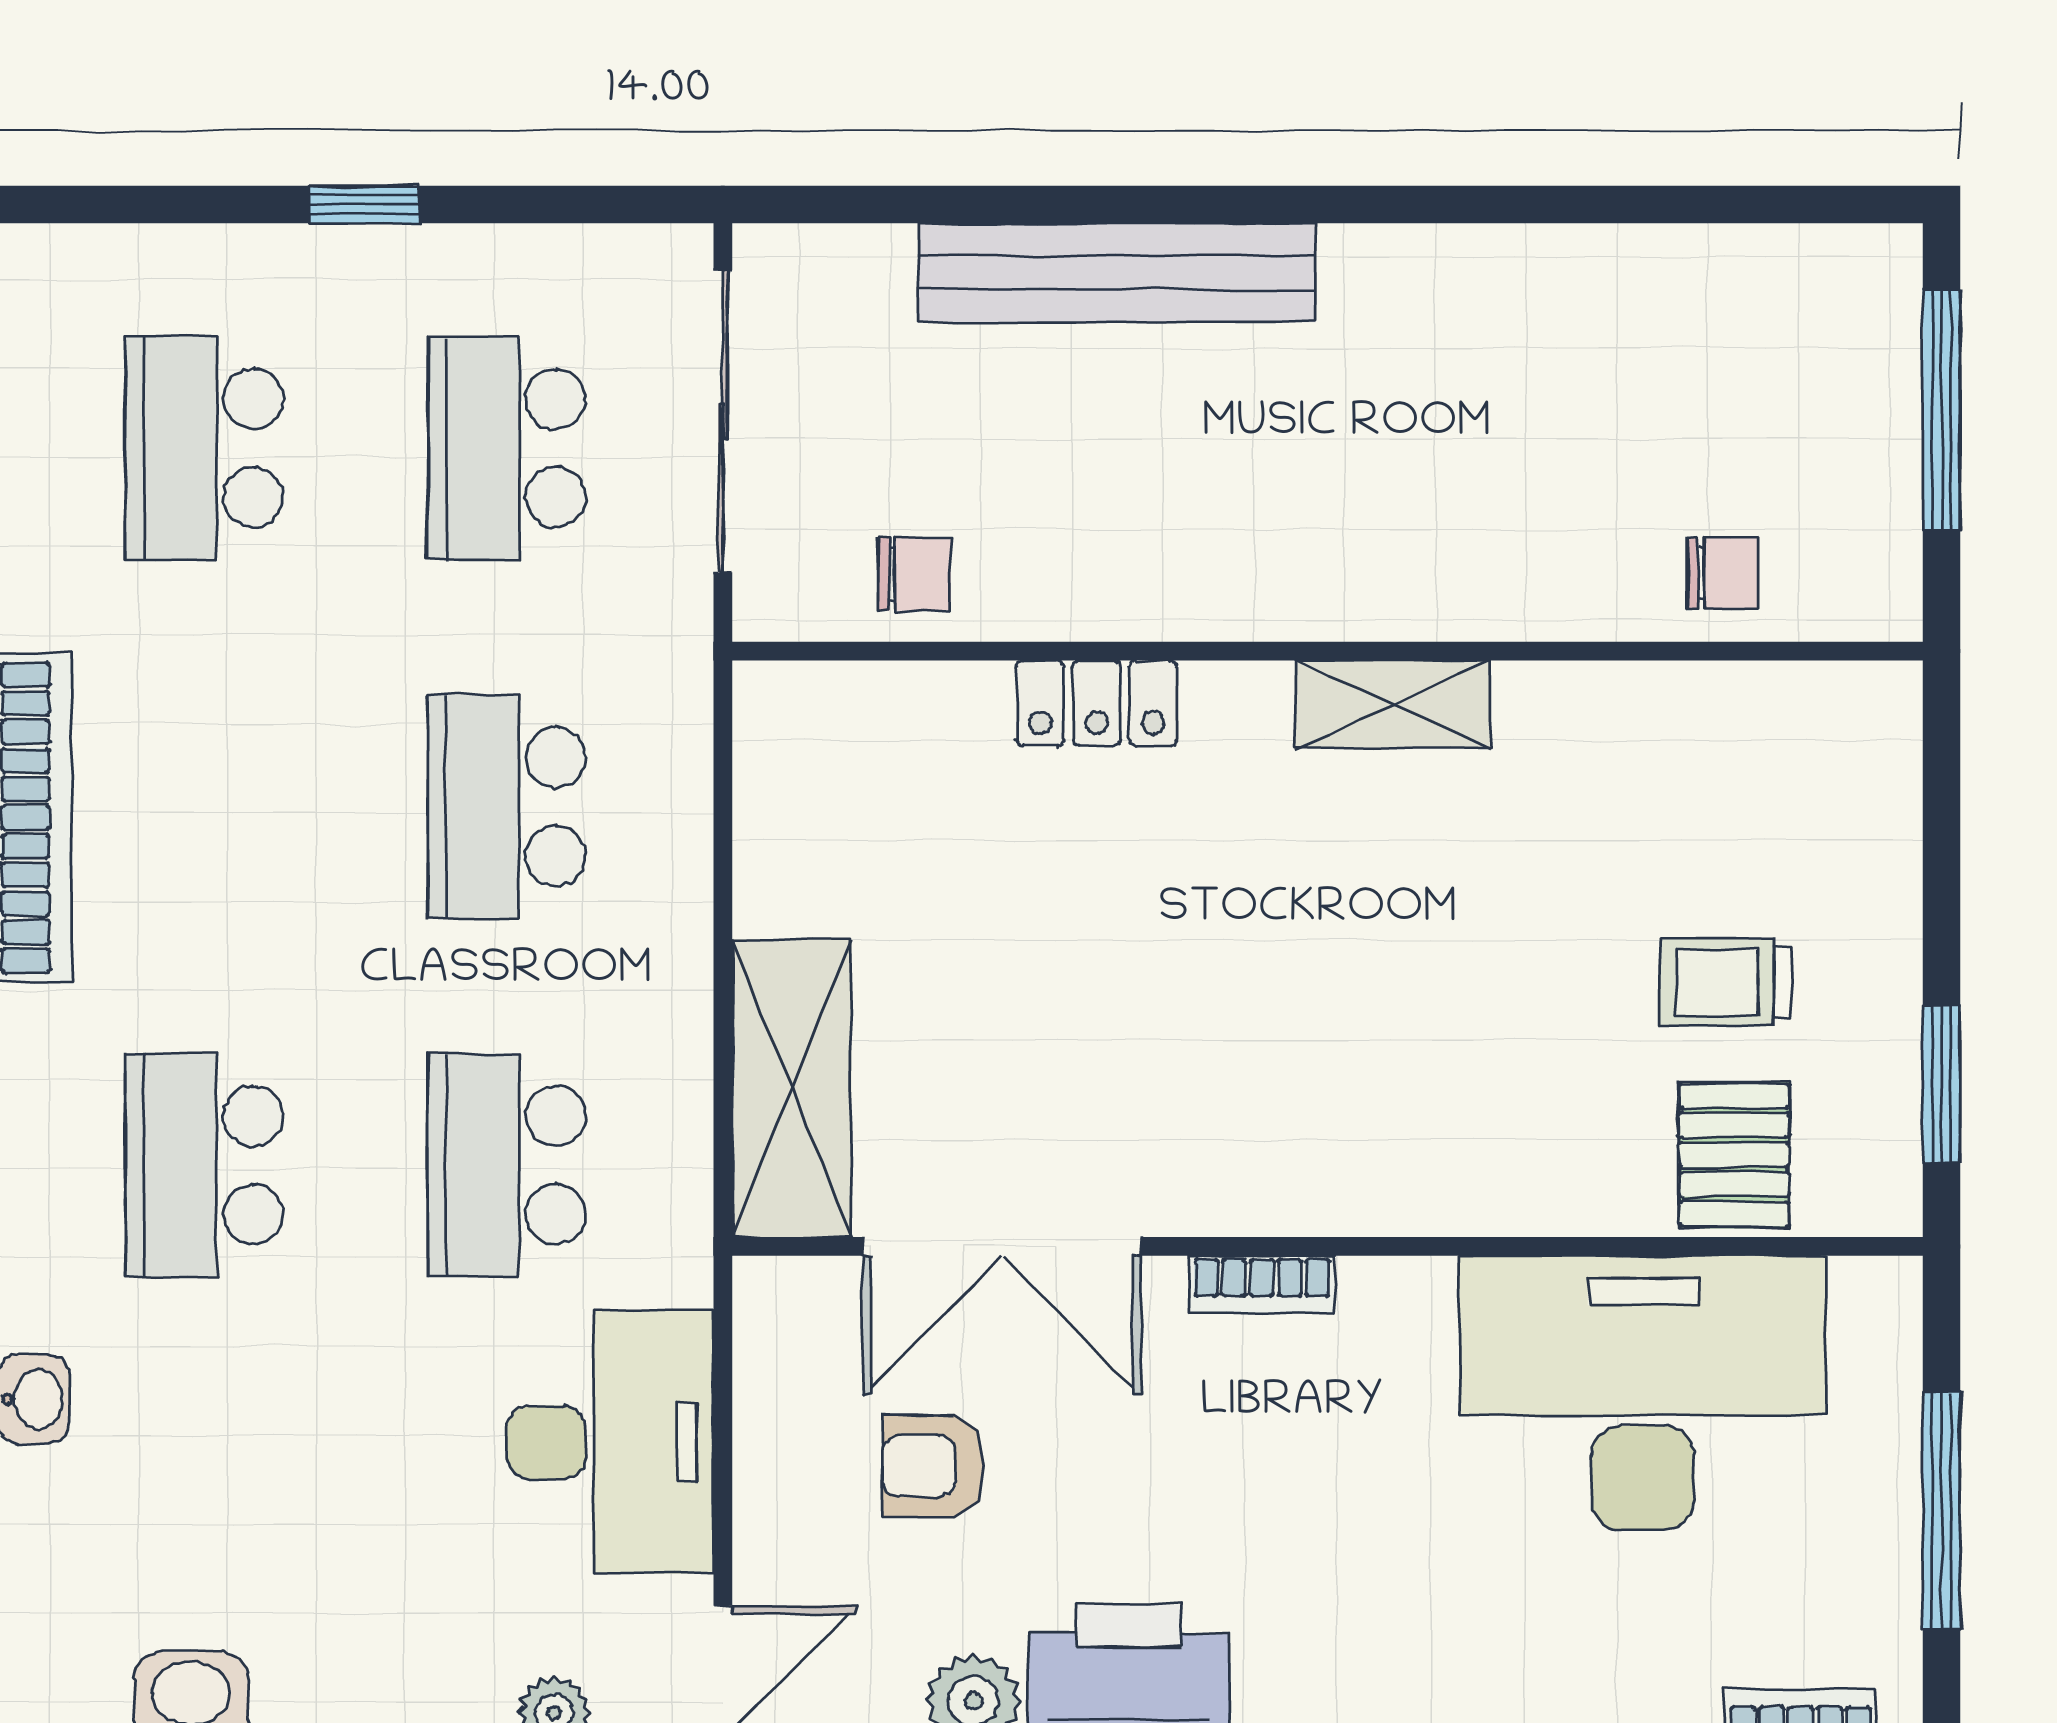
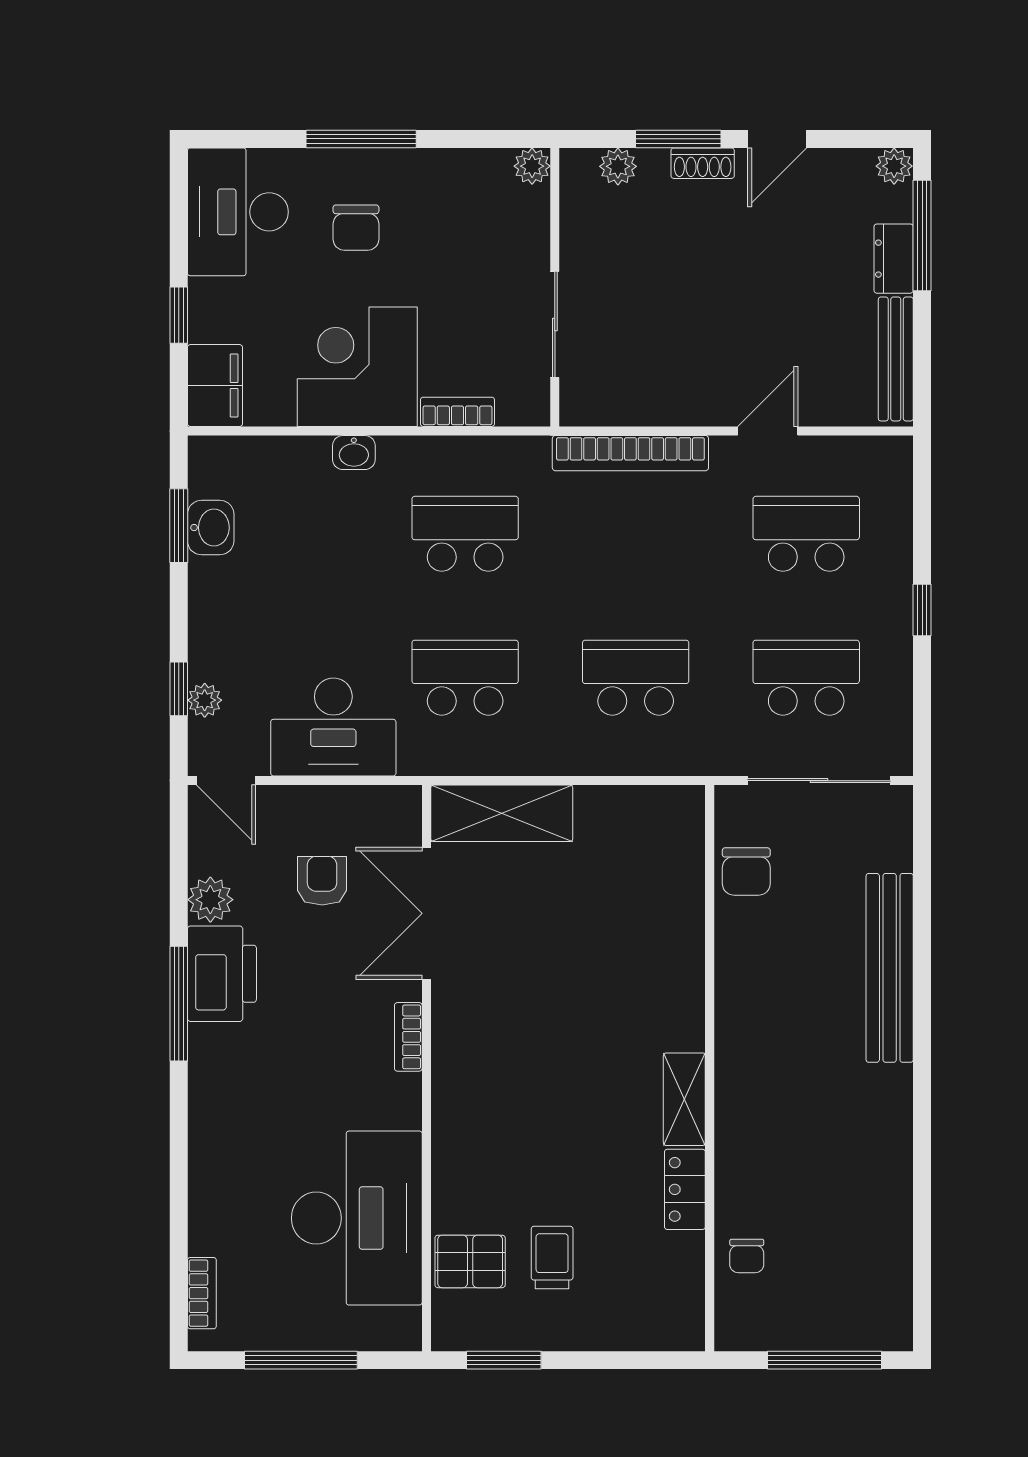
chair: (914, 574) -> (746, 871), width x1.37, depth x1.37
locker: (1097, 703) -> (685, 1189), moved

